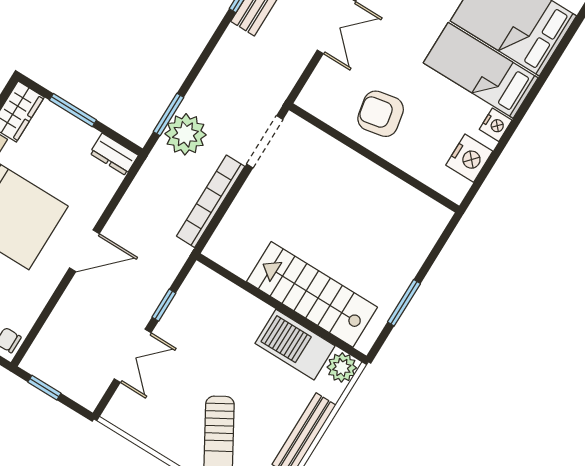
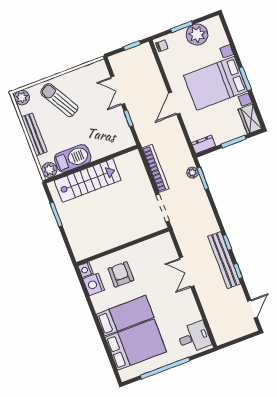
armchair: (381, 114) -> (121, 274), moved, turned -79
nightstand: (496, 125) -> (85, 270), moved
plant: (185, 134) -> (192, 173), width x0.53, depth x0.53

